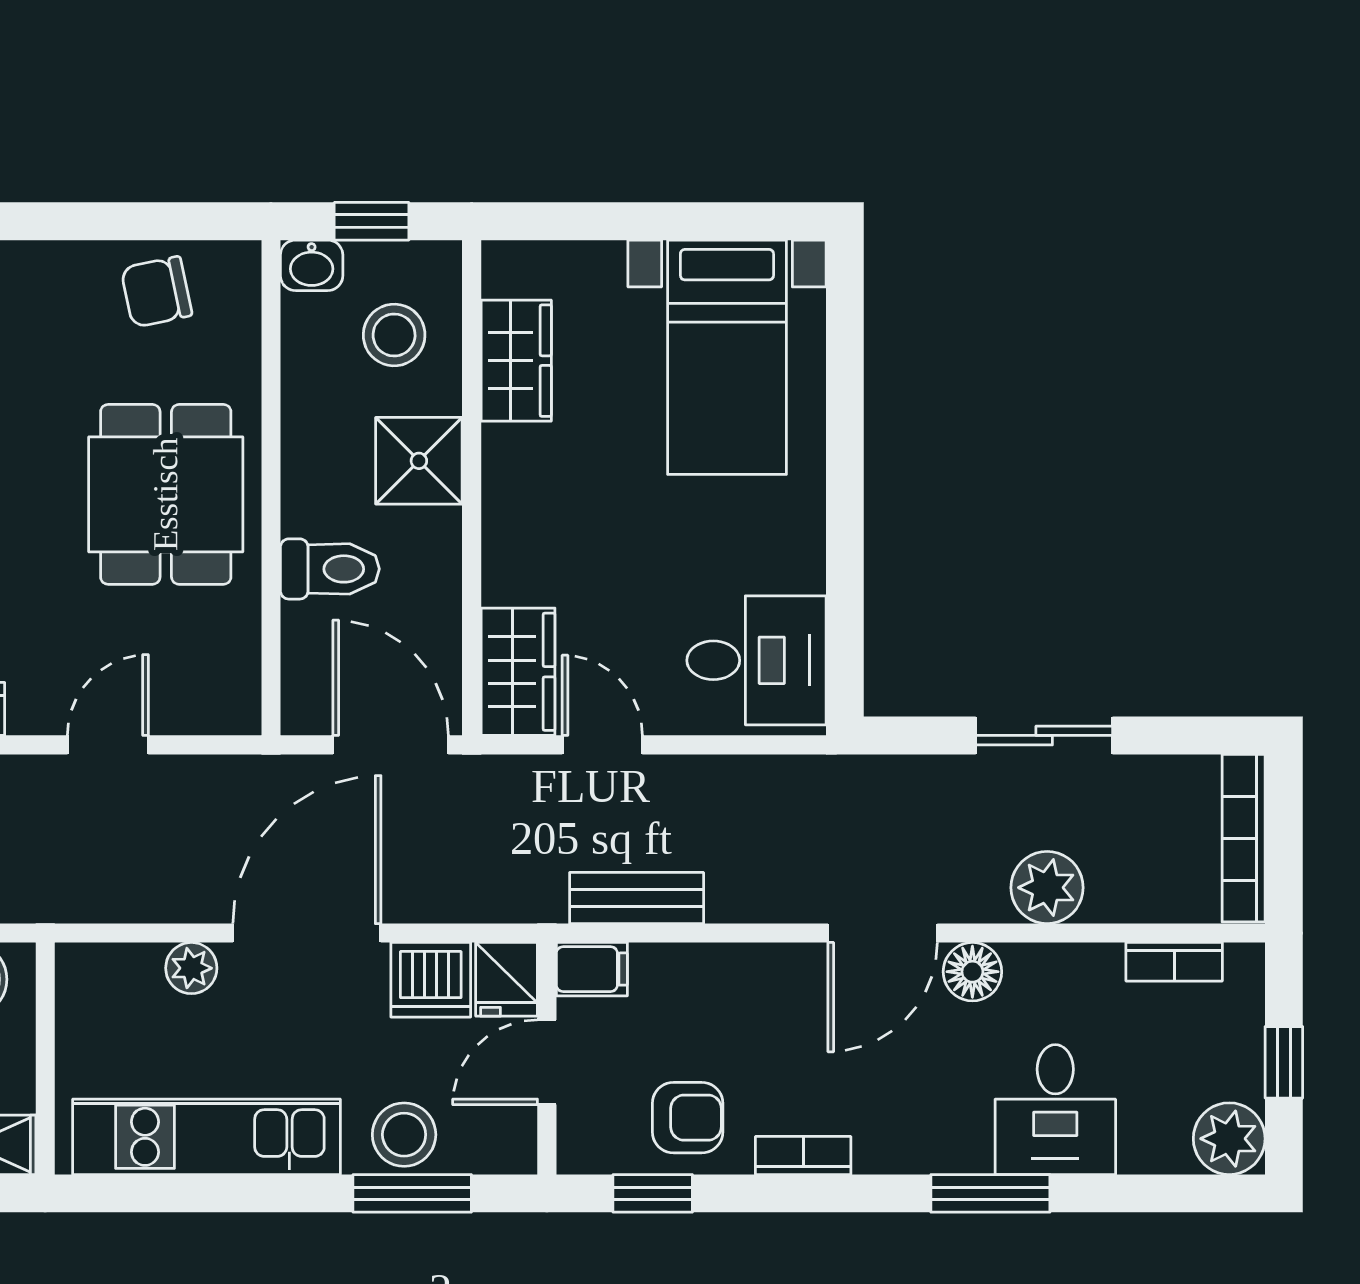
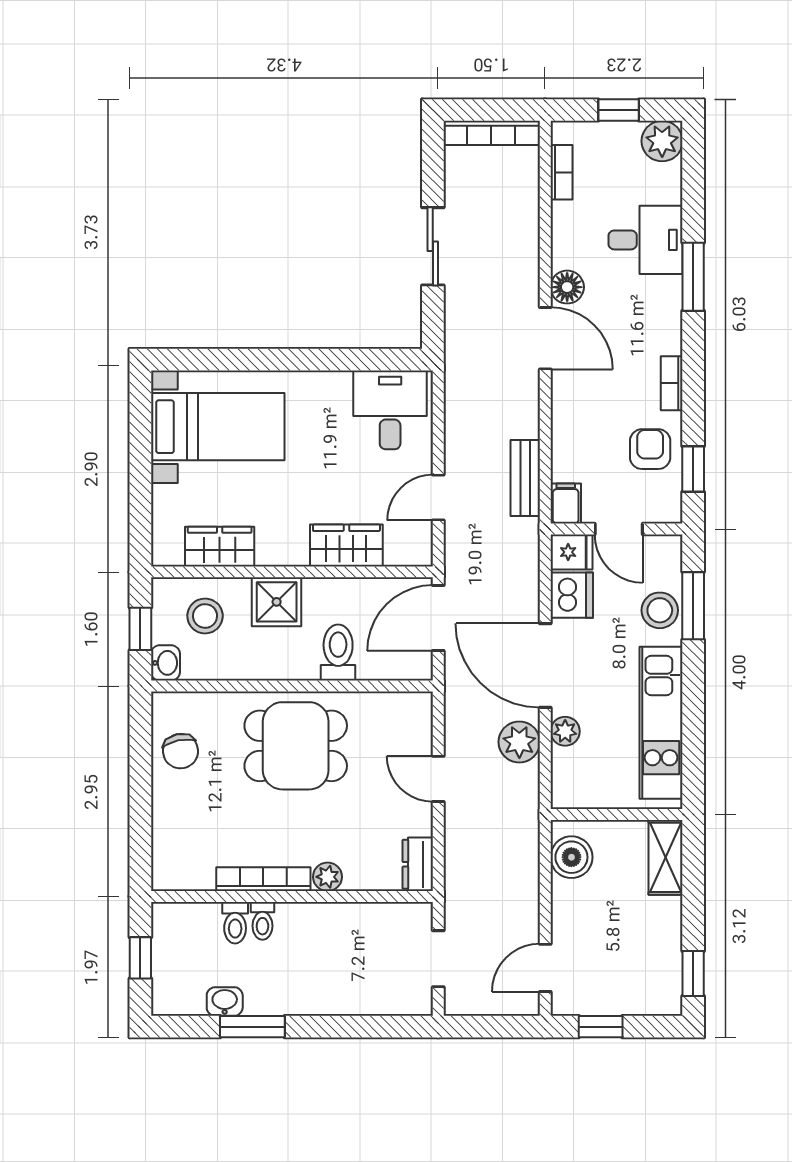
wardrobe: (518, 672) -> (346, 546), moved
plant: (1047, 888) -> (519, 742), moved

